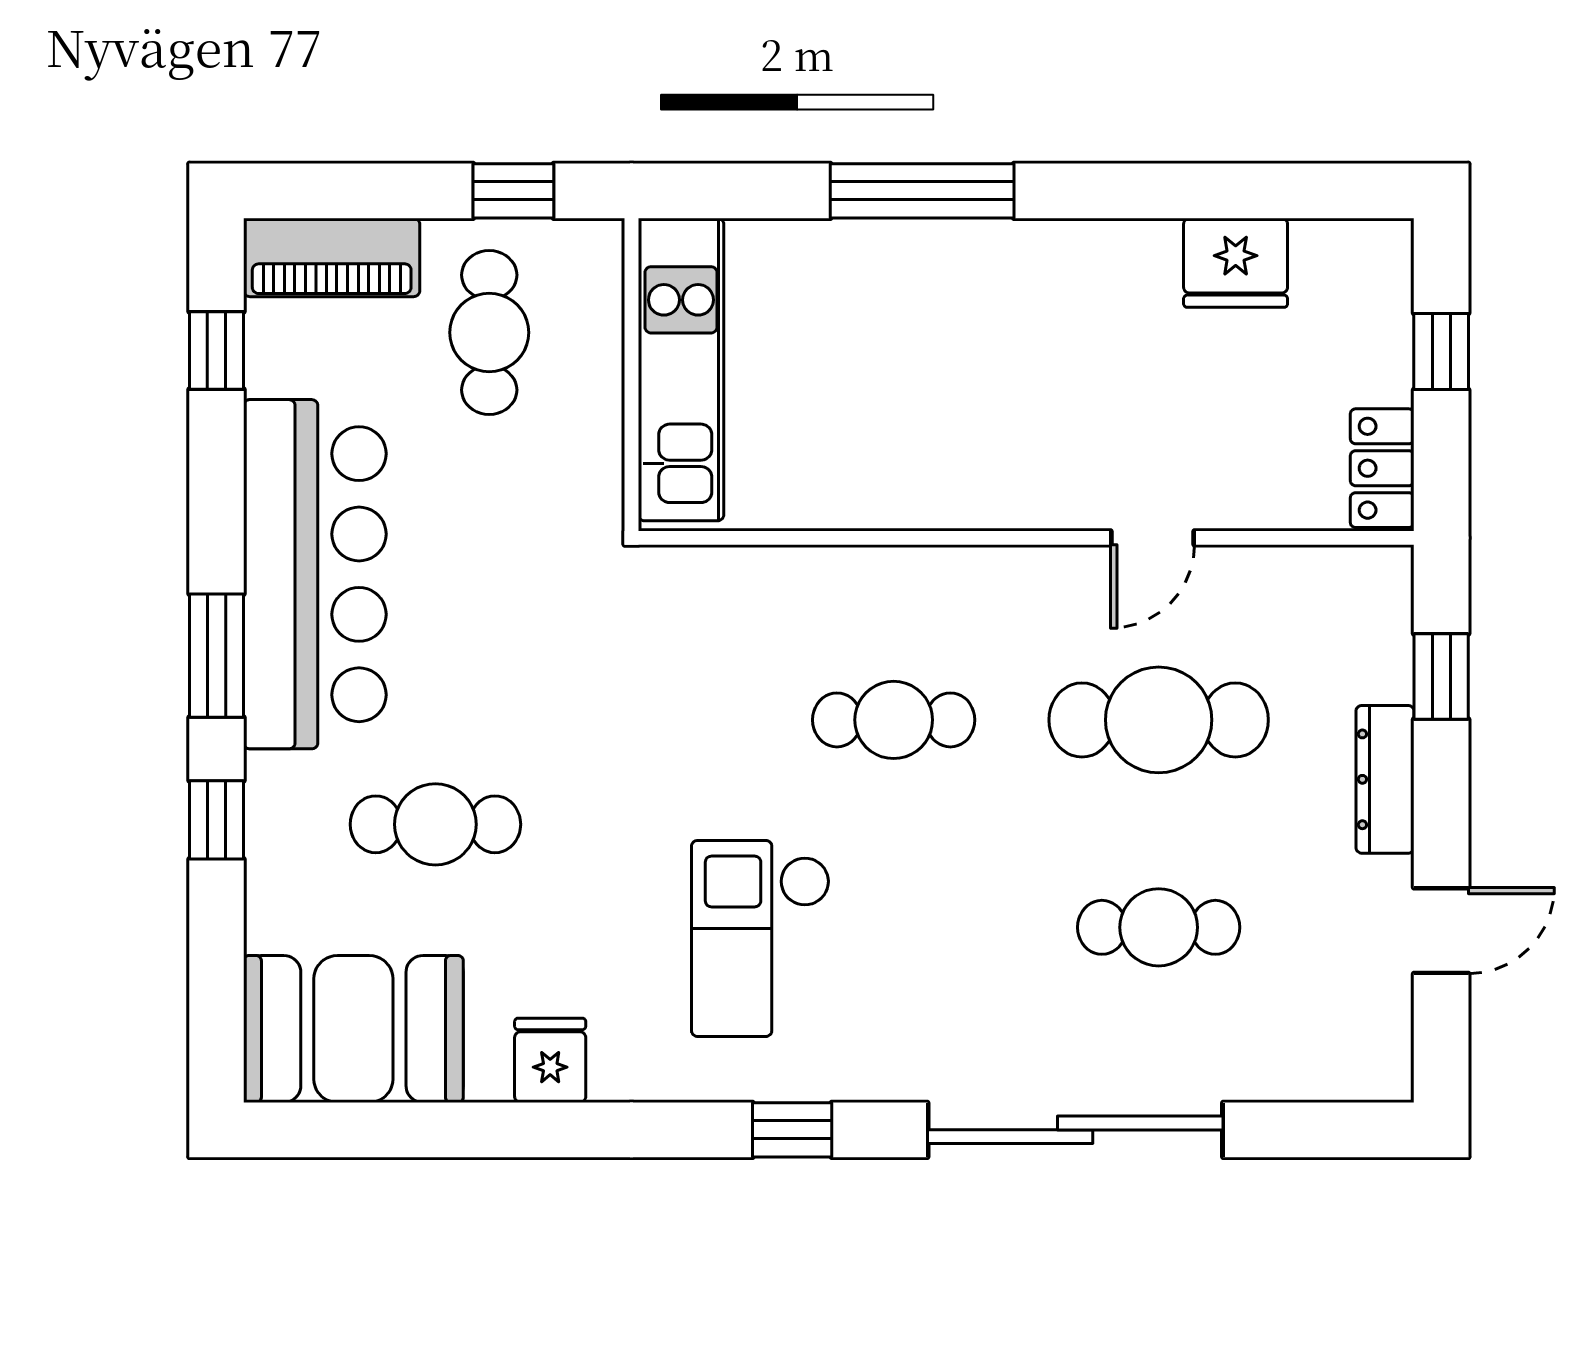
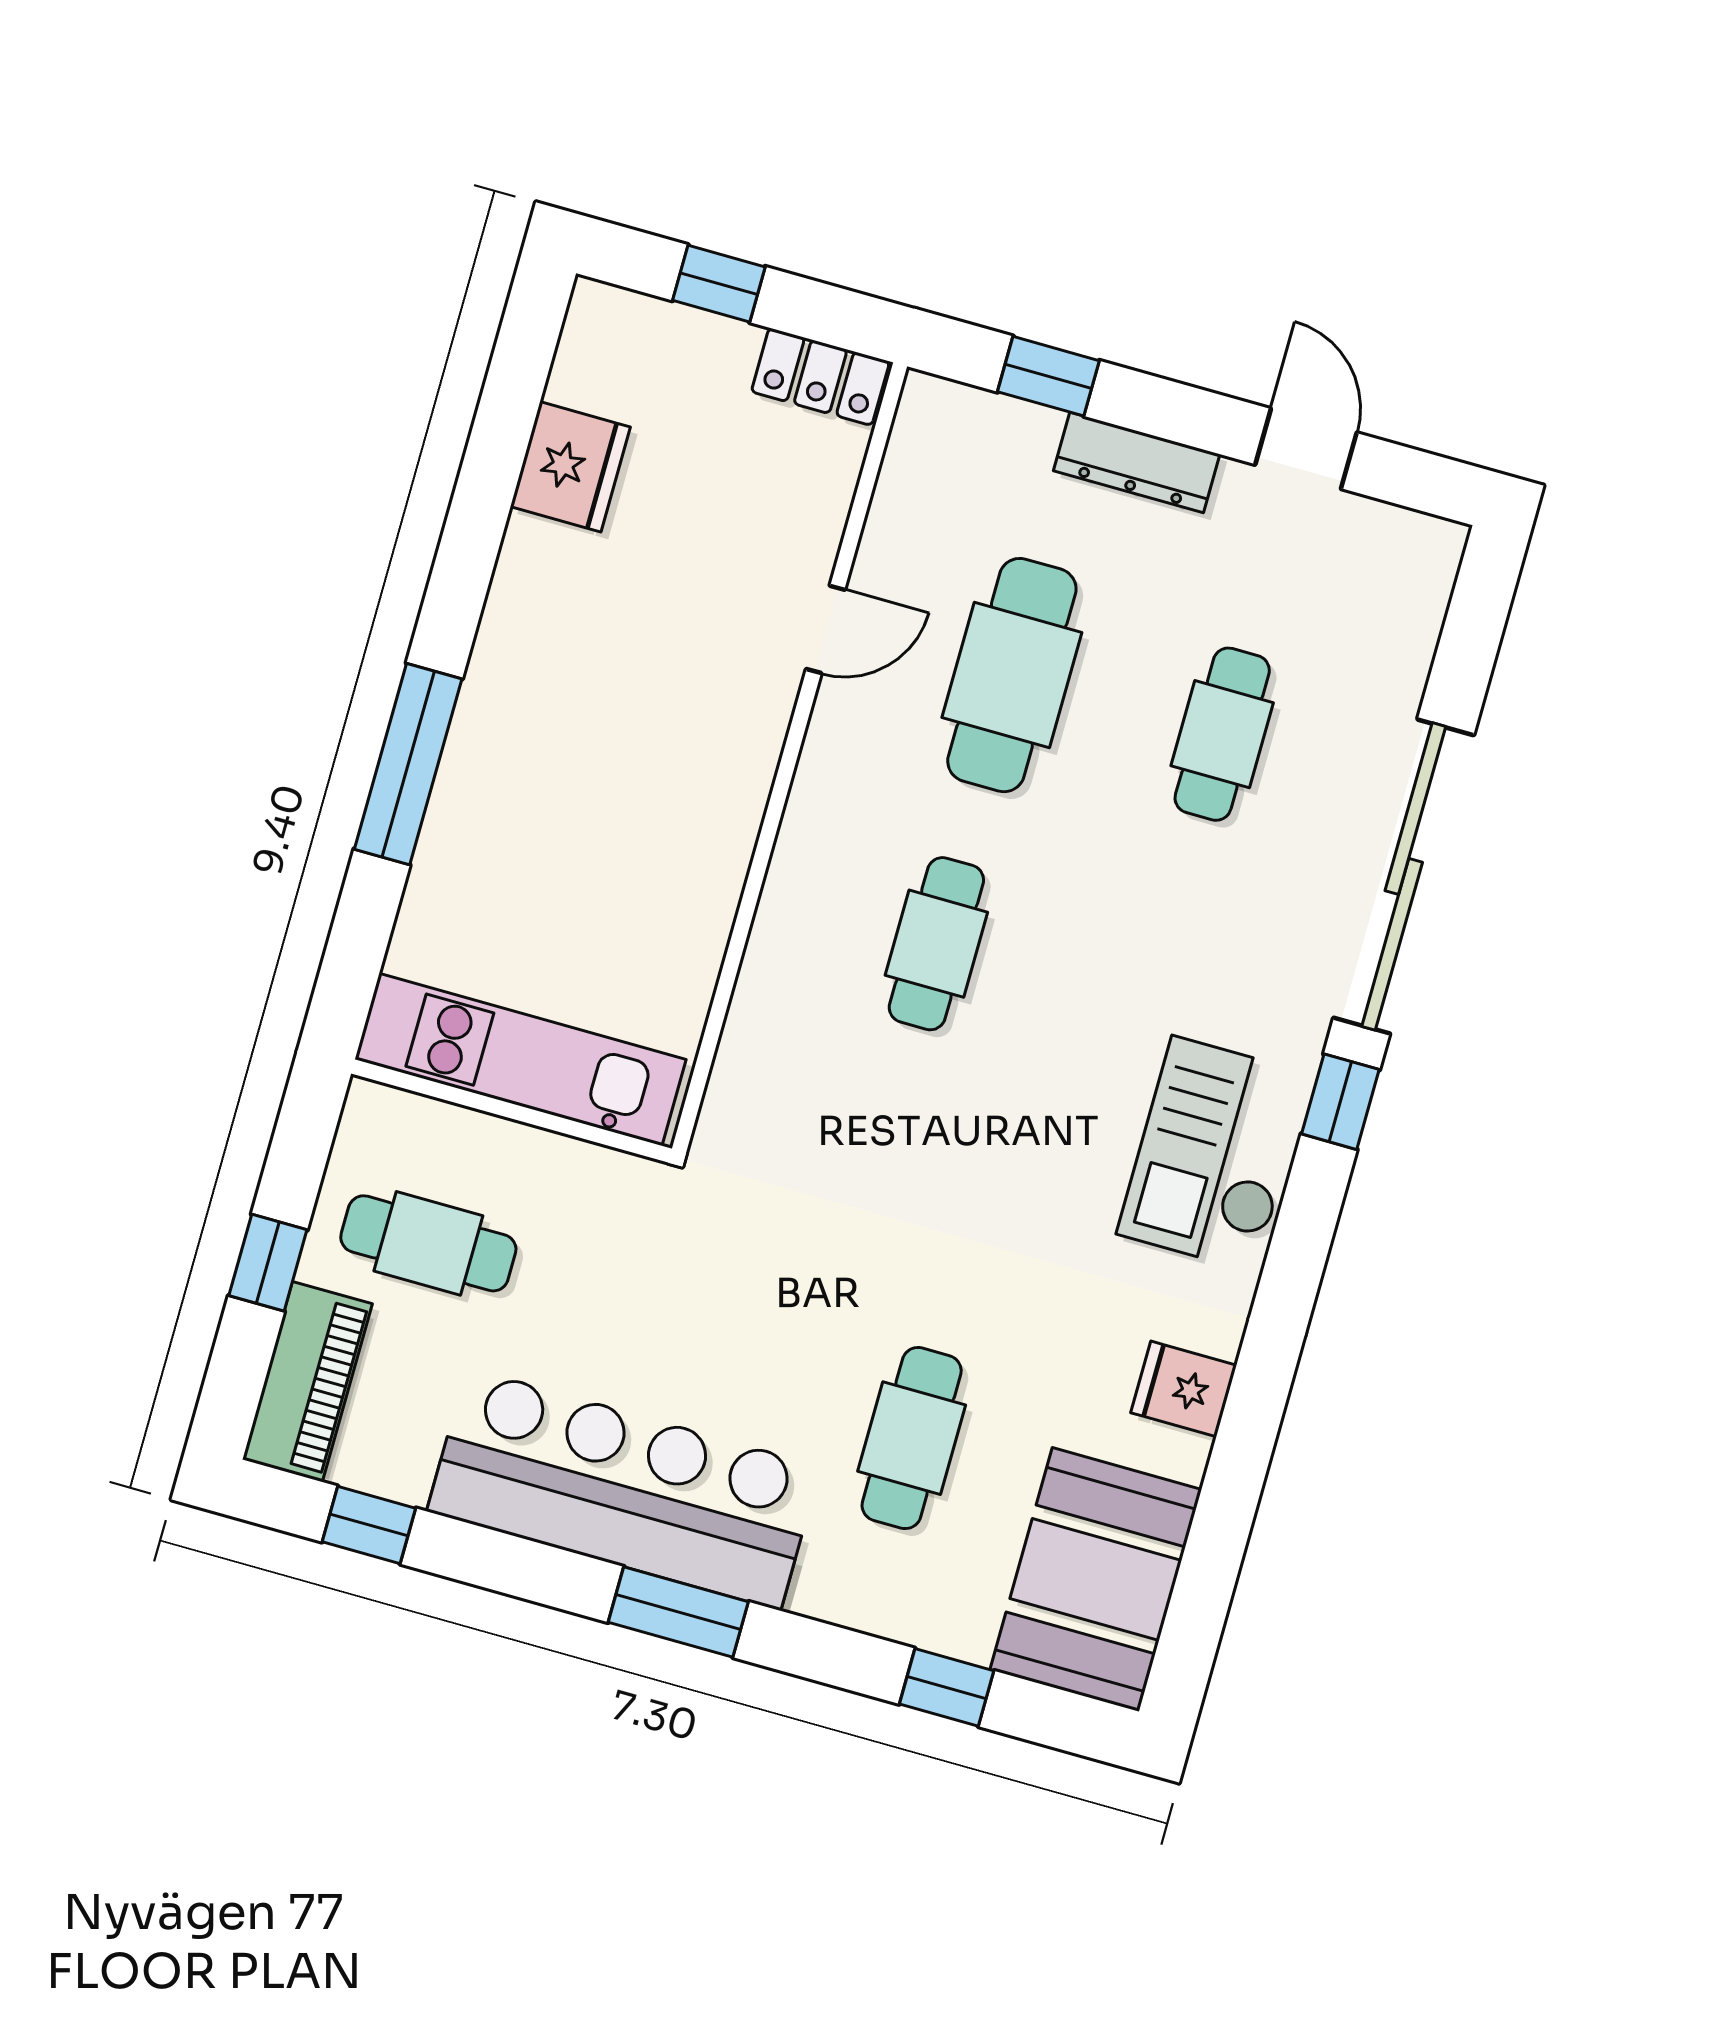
window: (513, 191) -> (268, 1263), moved
door: (1152, 538) -> (826, 629), hinge flipped
window: (216, 820) -> (947, 1687), moved
checkout: (761, 938) -> (1214, 1154), moved, turned 90
window: (792, 1130) -> (1340, 1102), moved

